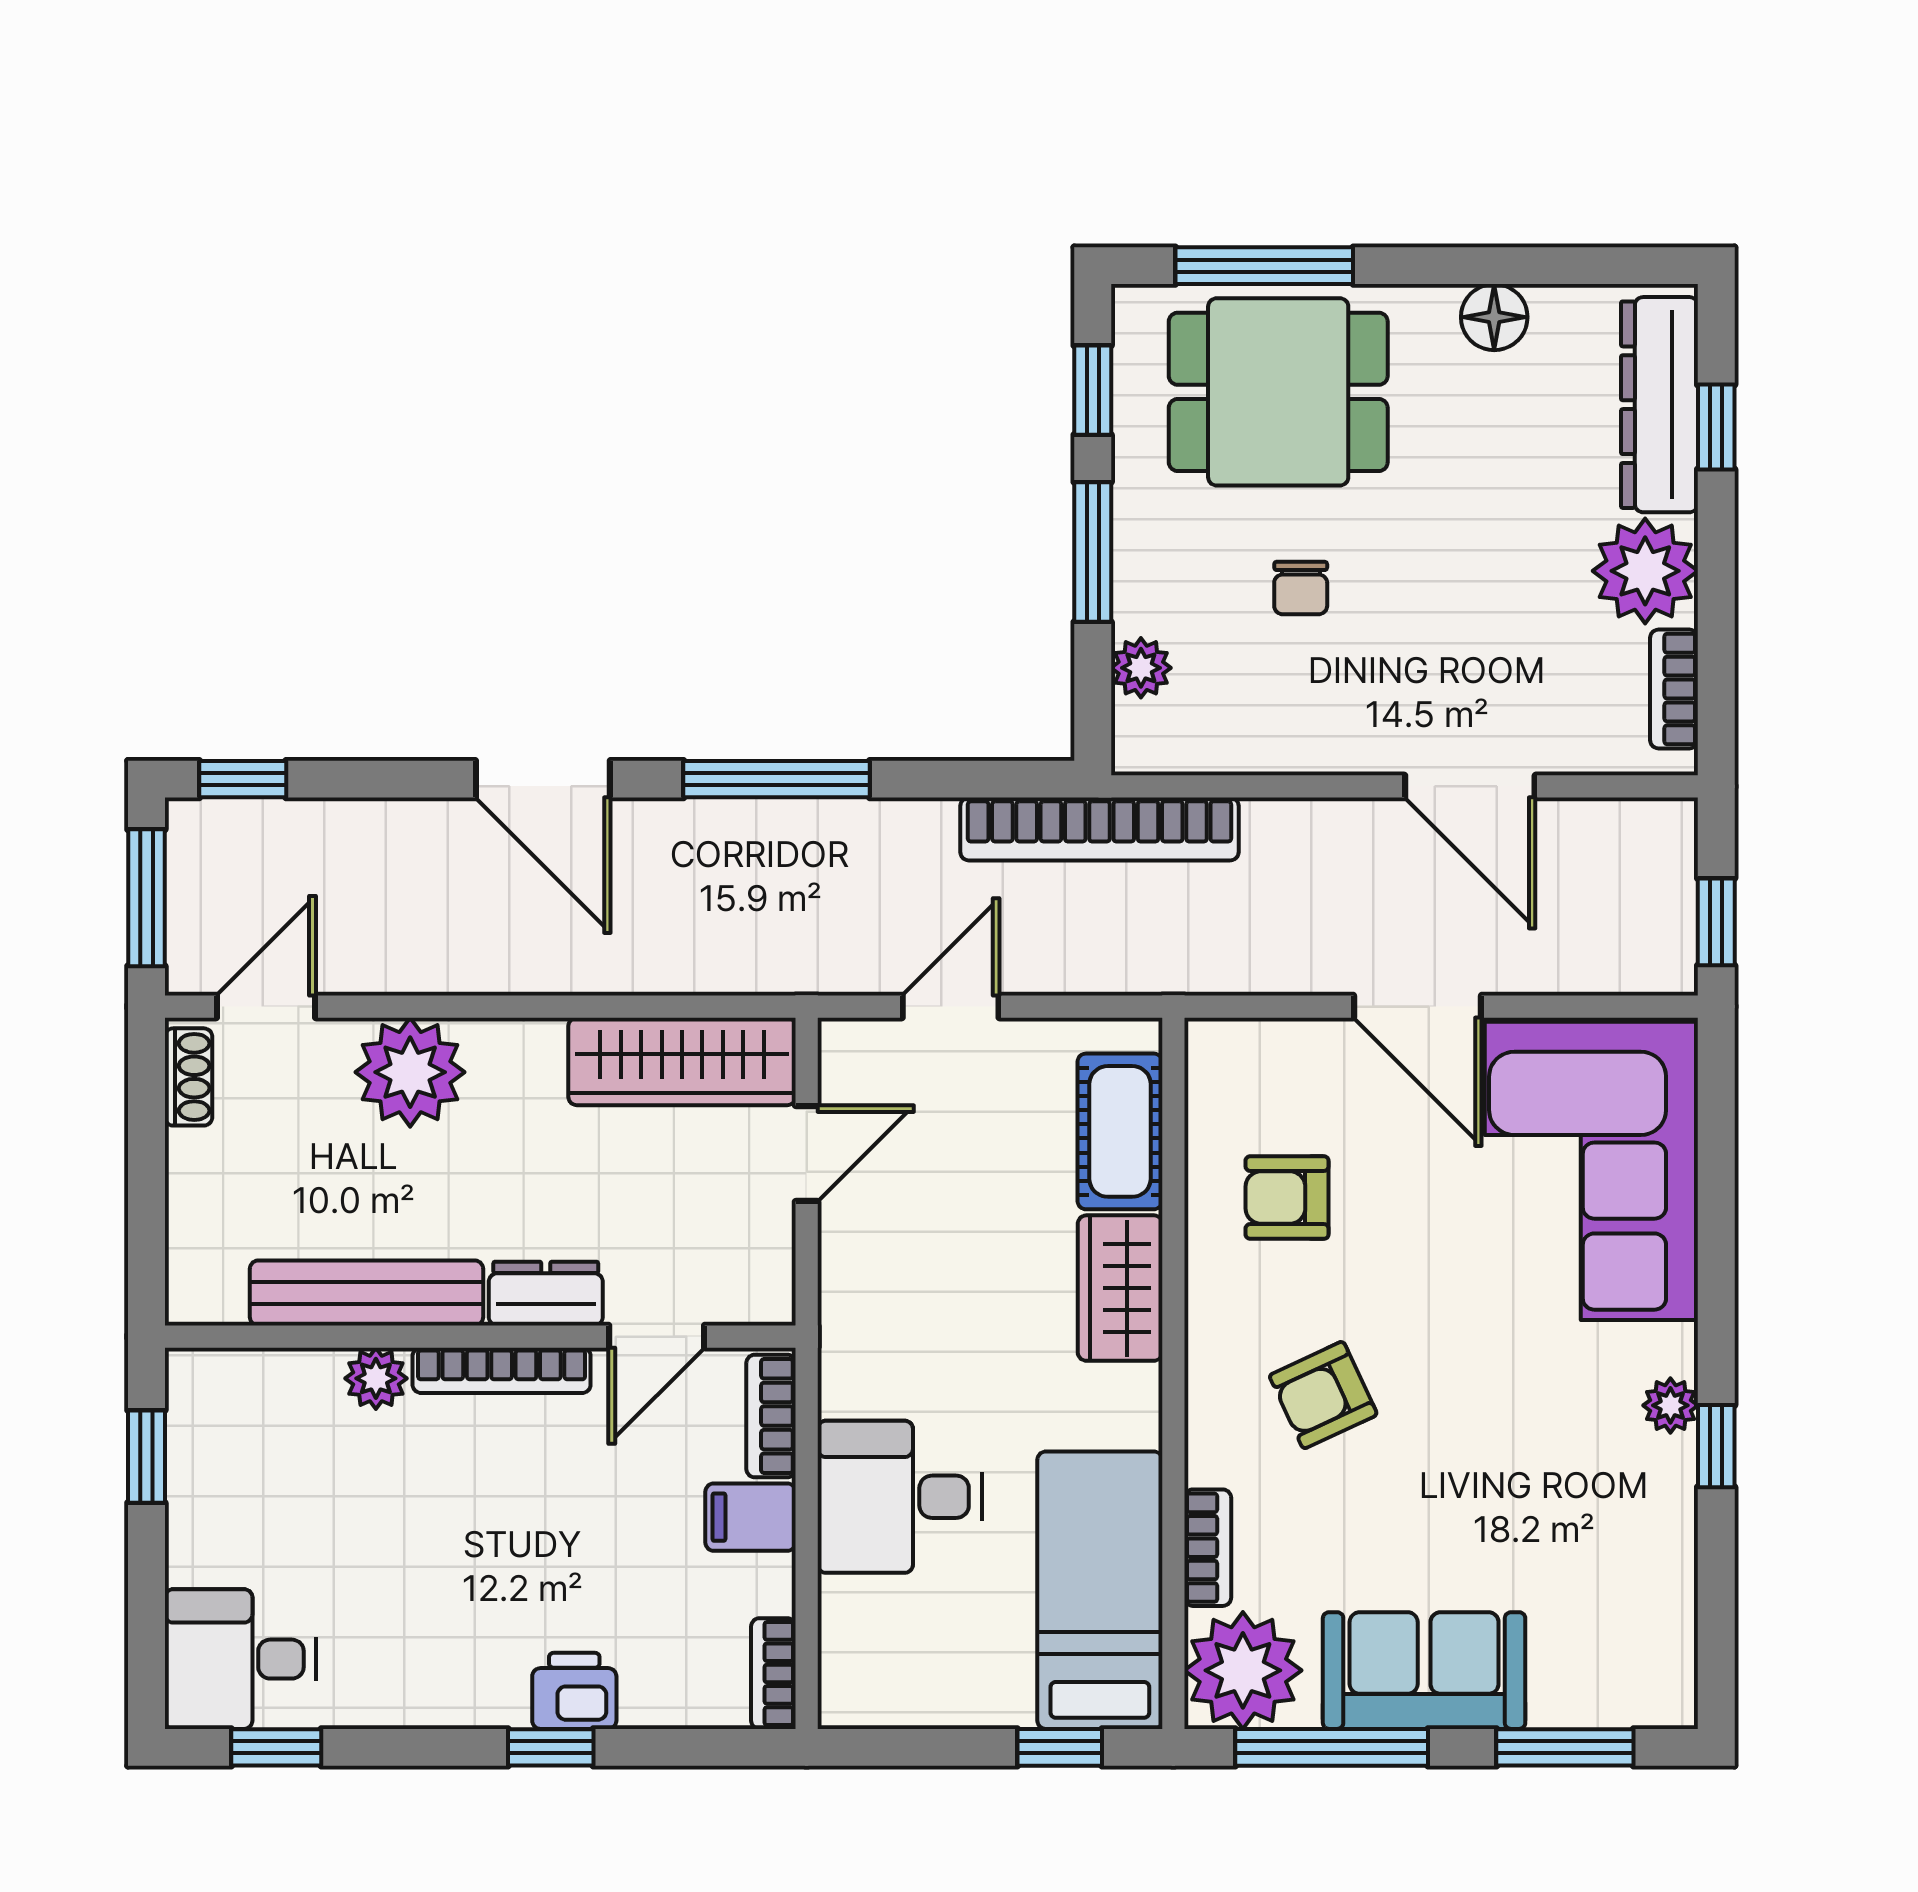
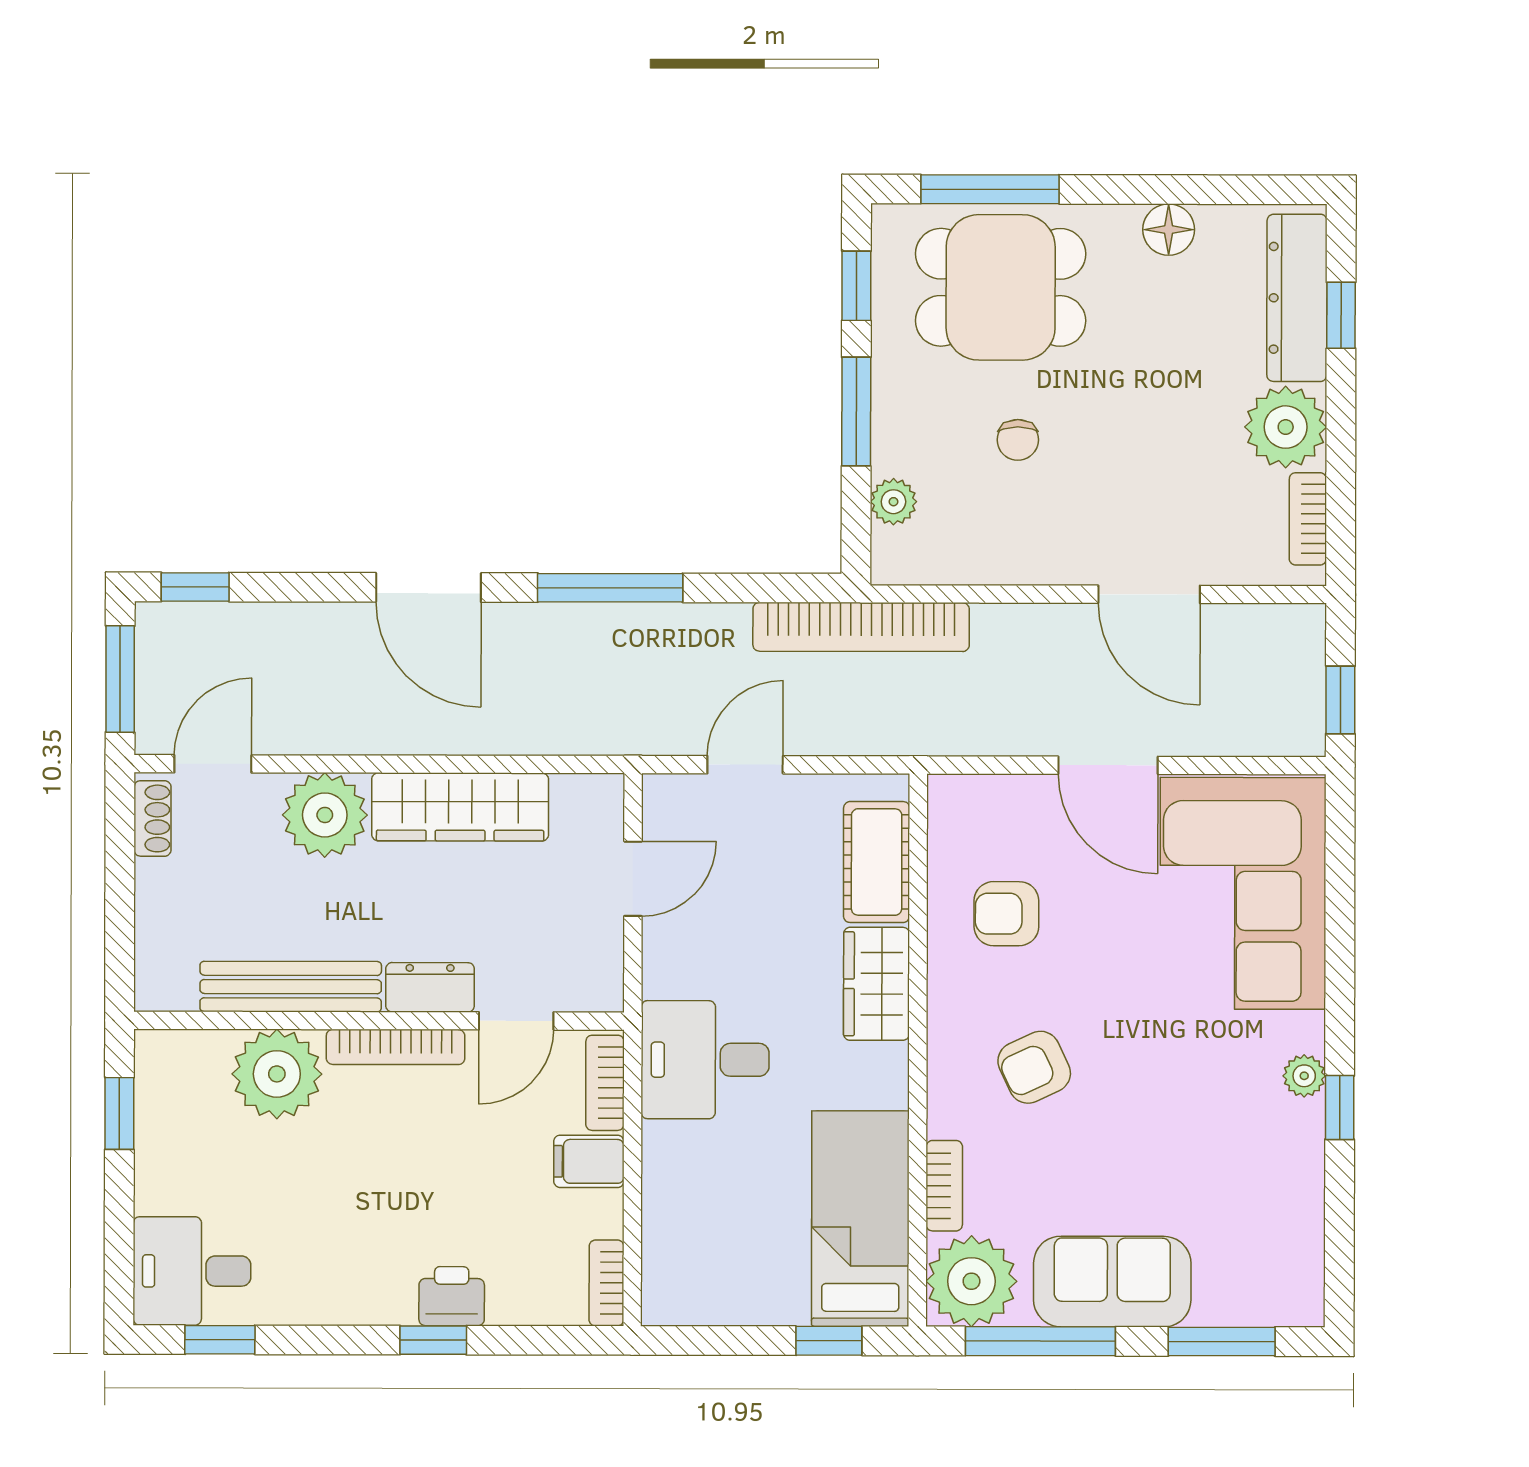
wardrobe: (682, 1061) -> (460, 807), moved
plant: (376, 1378) -> (277, 1074), width x1.87, depth x1.87
desk: (900, 1497) -> (705, 1060), moved

